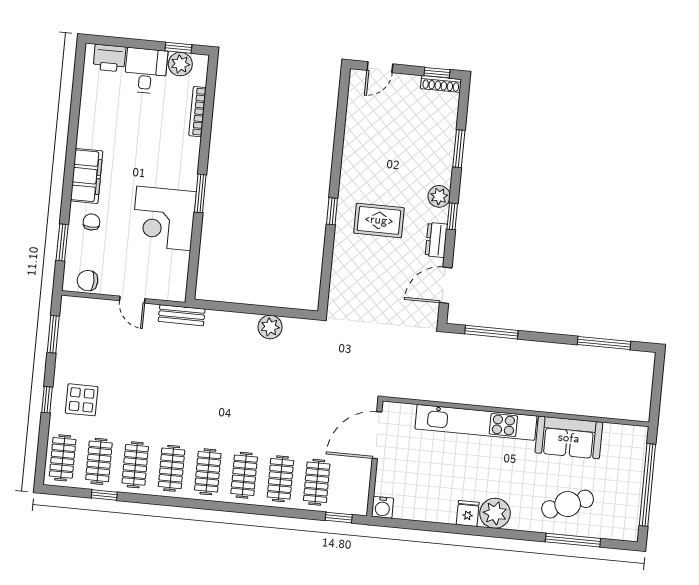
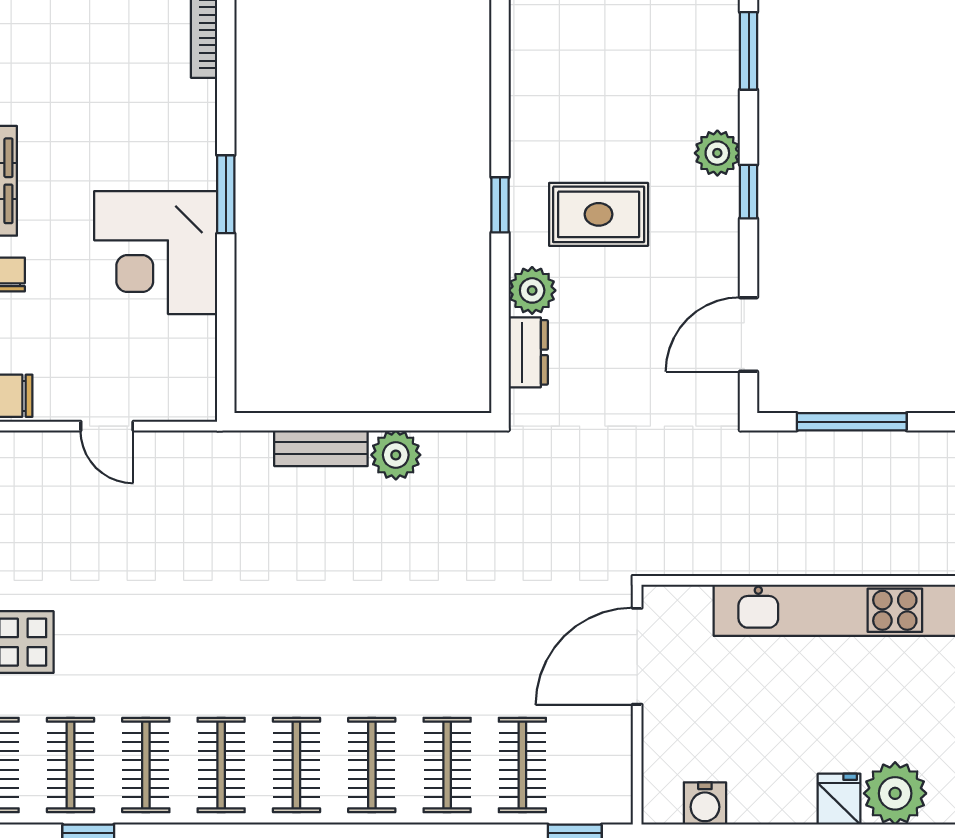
dresser: (436, 240) -> (528, 352), moved, turned 180
plant: (343, 254) -> (532, 290), added
bench: (182, 315) -> (321, 448), moved
water cooler: (382, 507) -> (705, 803), moved

